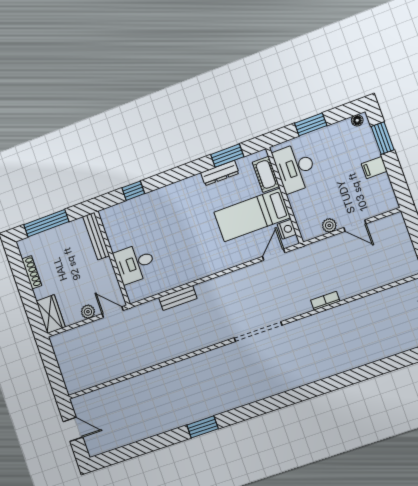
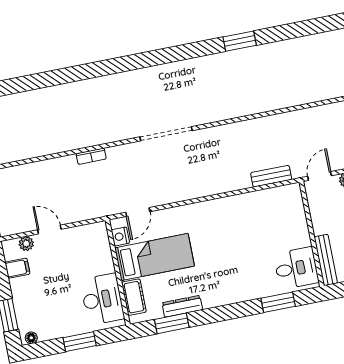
filing cabinet: (374, 168) -> (17, 268), moved
window: (133, 191) -> (278, 302), width x1.50
plant: (329, 225) -> (26, 244), moved
desk: (135, 263) -> (296, 268), moved
bench: (178, 298) -> (271, 176), moved
door: (113, 312) -> (320, 176), swing flipped

